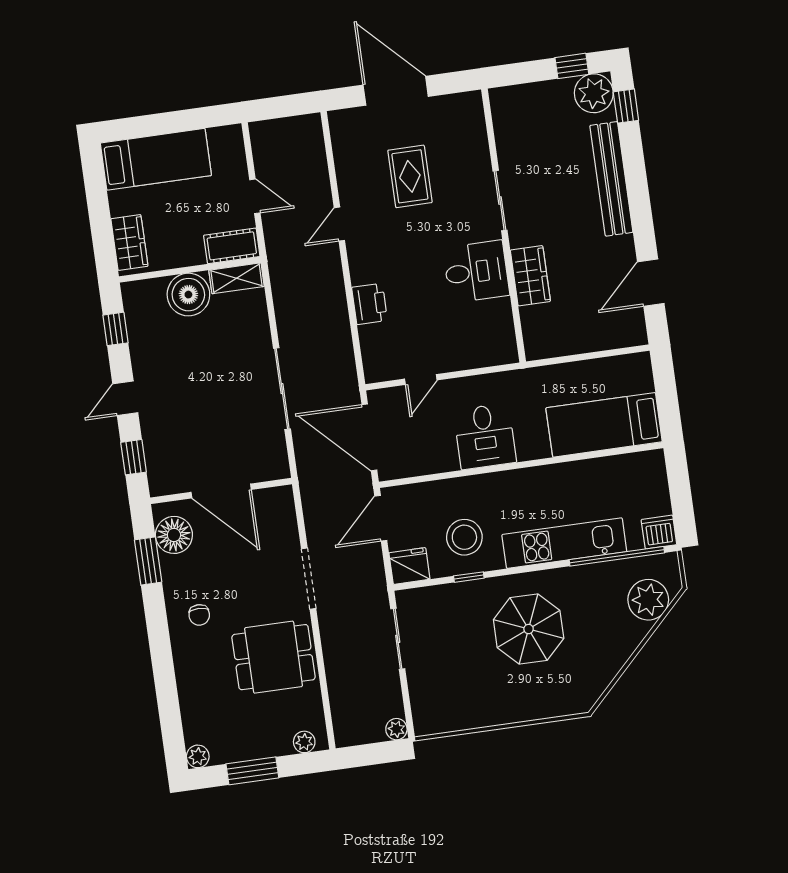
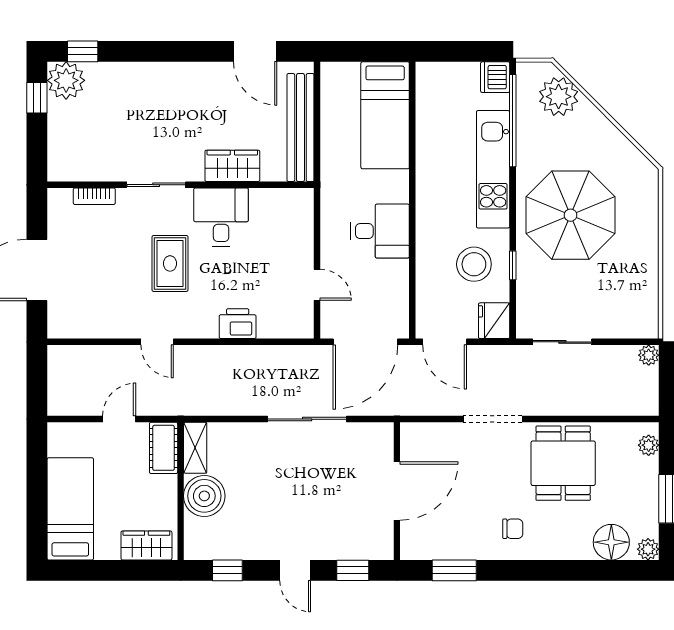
bookcase: (479, 139) -> (94, 196), added
rug: (410, 176) -> (170, 263), moved, turned 90
bench: (611, 179) -> (300, 128), moved, turned 90
floor lamp: (174, 535) -> (611, 542), moved
parasol: (529, 629) -> (571, 215), width x1.36, depth x1.36

